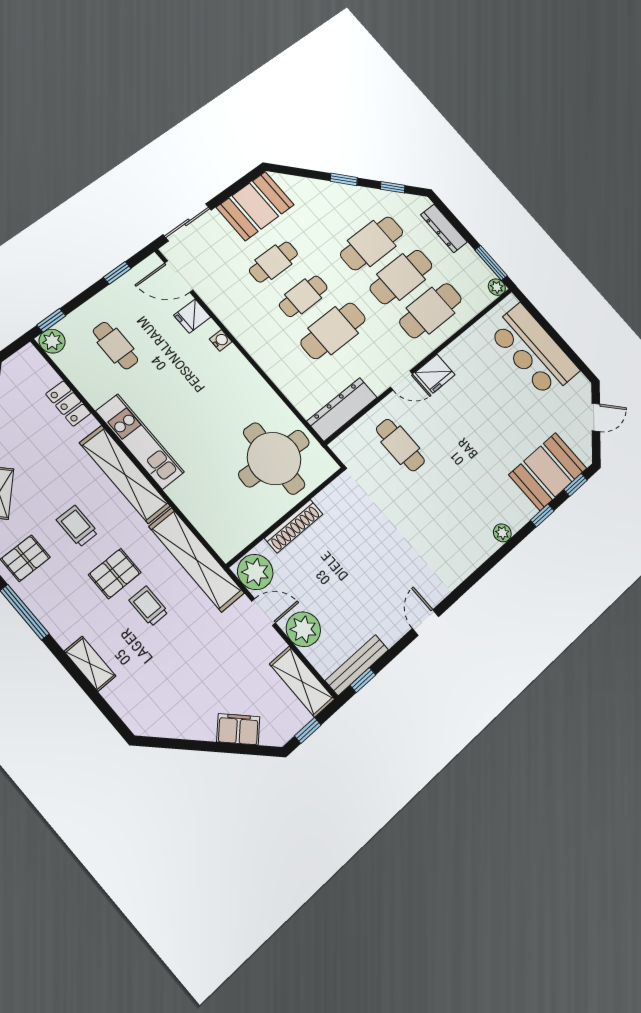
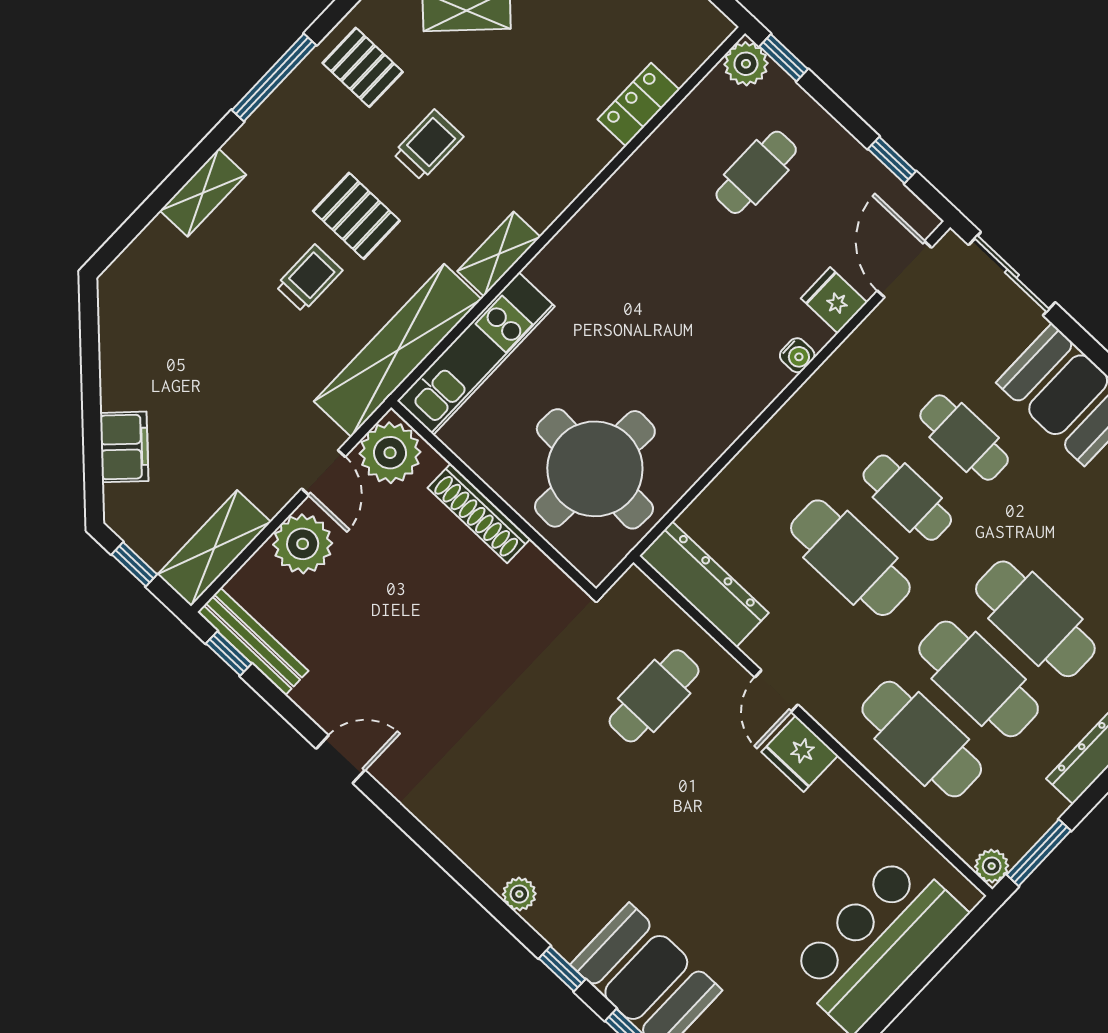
kitchen unit: (140, 441) -> (476, 354), moved
shelving: (125, 474) -> (499, 254), width x0.45, depth x0.75

